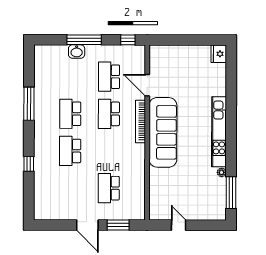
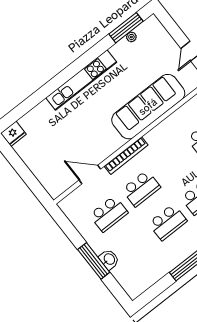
window: (128, 40) -> (64, 223), removed
door: (147, 85) -> (90, 175), swing flipped
sofa: (163, 132) -> (148, 107), moved
plant: (222, 172) -> (131, 37), moved

